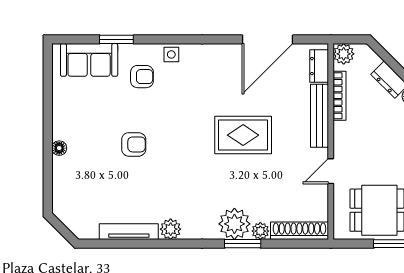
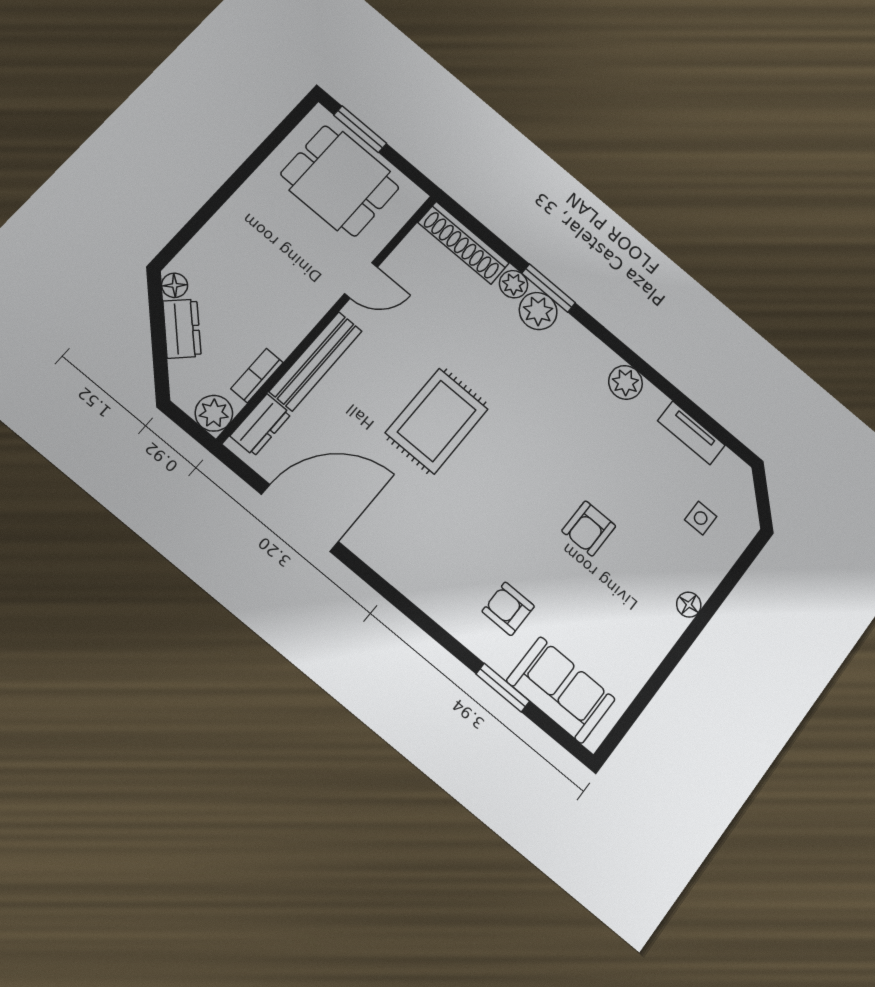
side table: (171, 54) -> (701, 518), moved
bookcase: (339, 96) -> (257, 376), width x0.64
rug: (243, 135) -> (437, 421), turned 90
armchair: (134, 144) -> (589, 528), turned -90
plant: (234, 224) -> (538, 311), width x0.73, depth x0.73
tv unit: (129, 232) -> (691, 433), width x0.71

